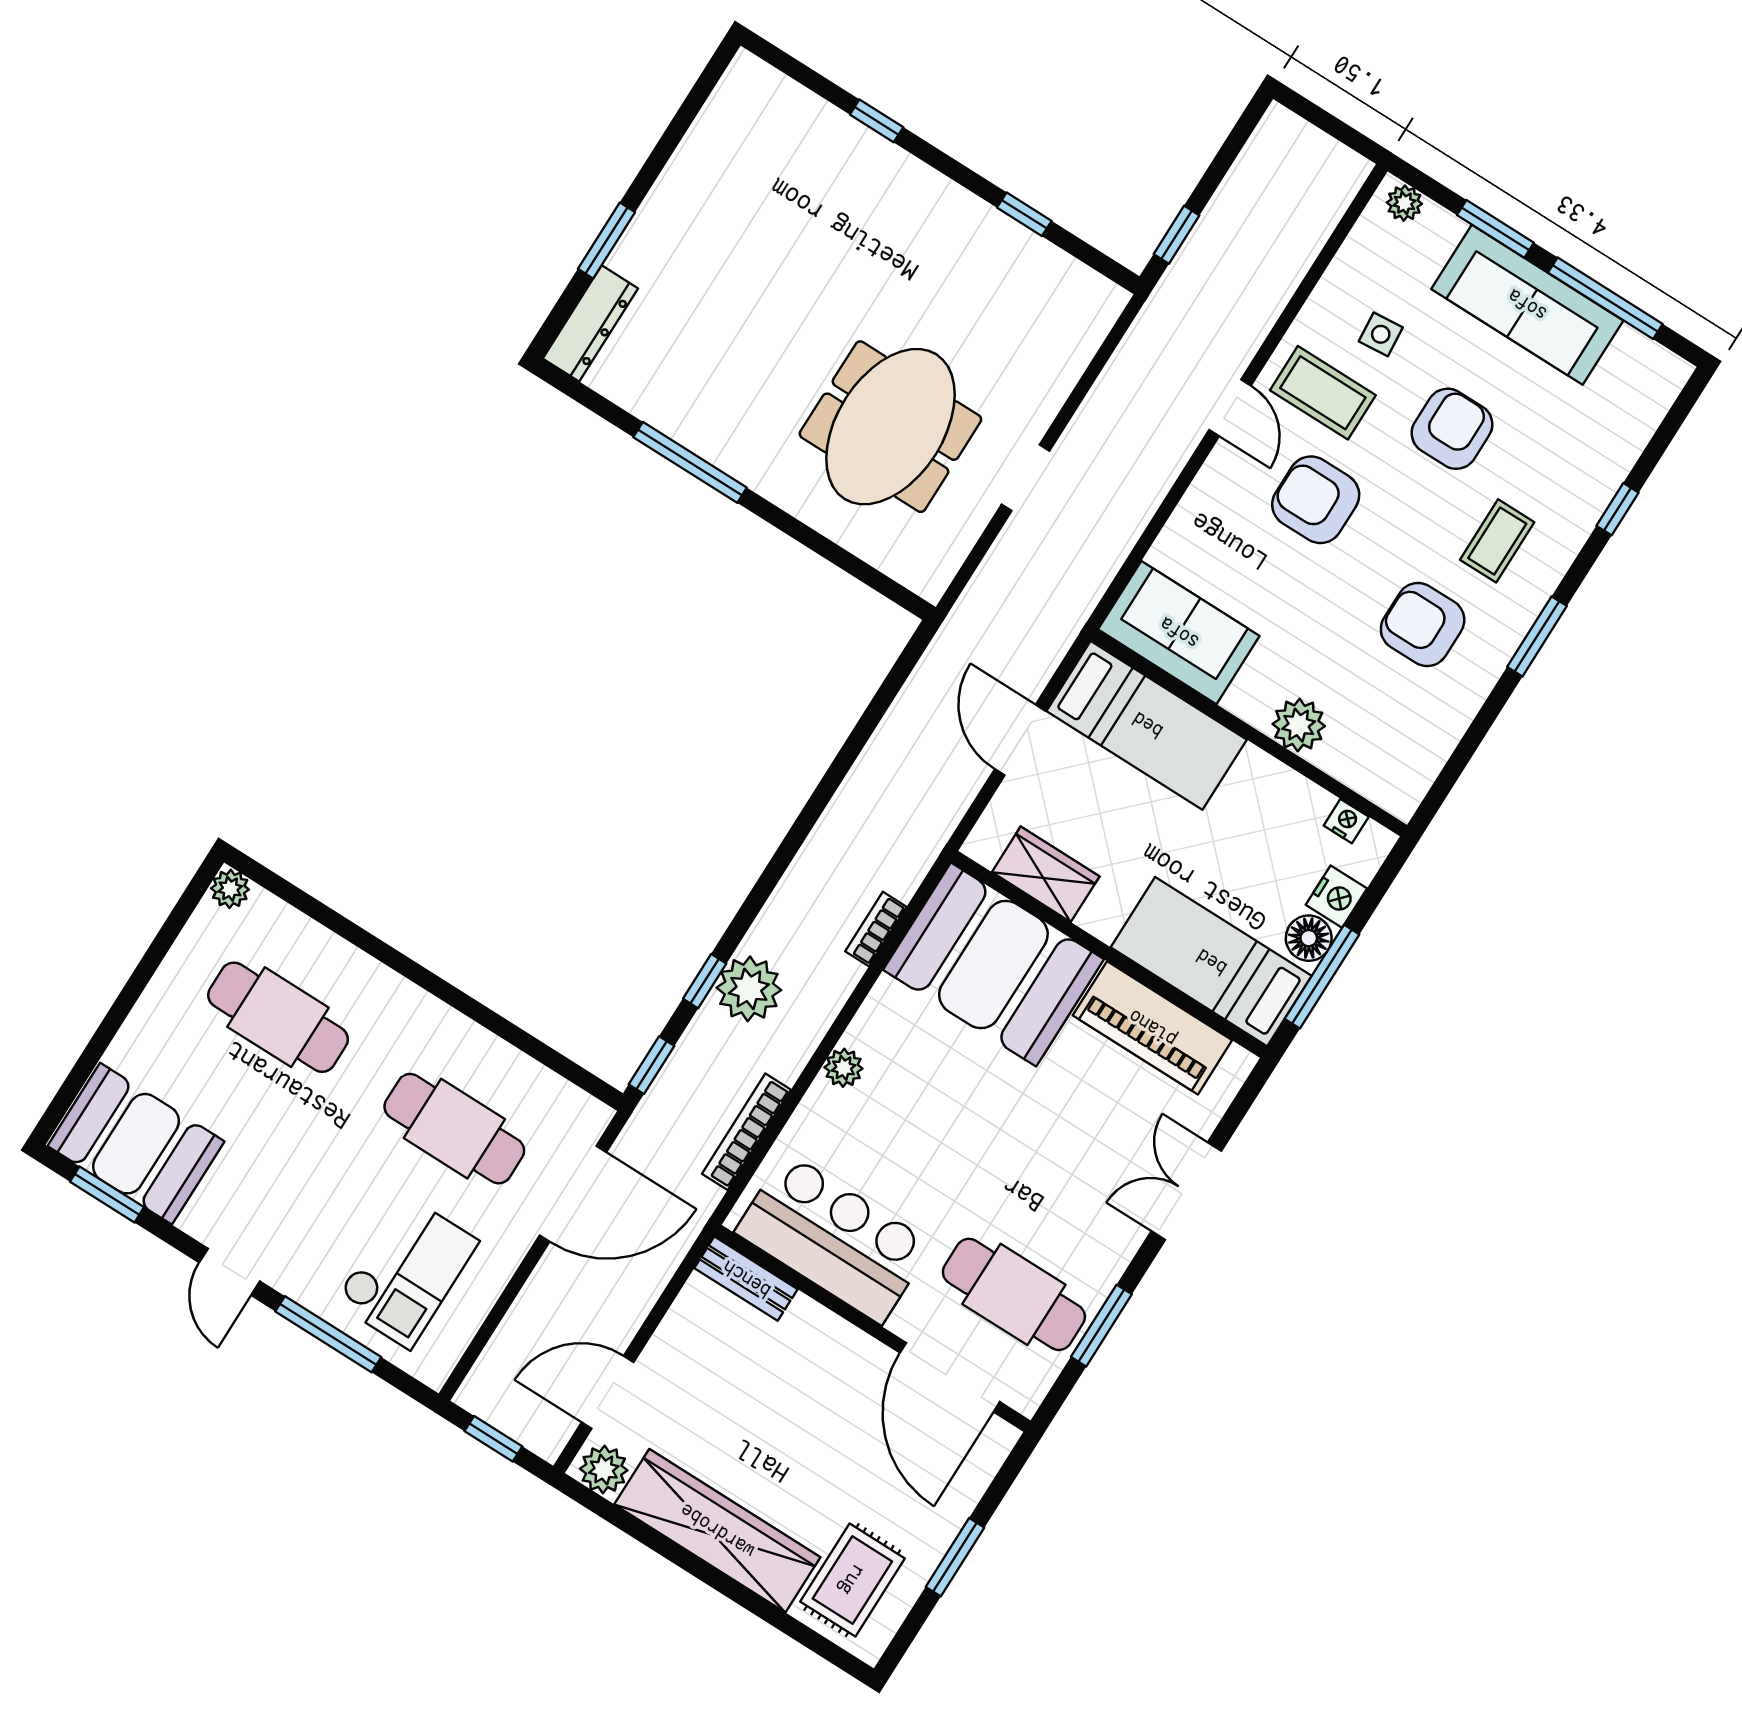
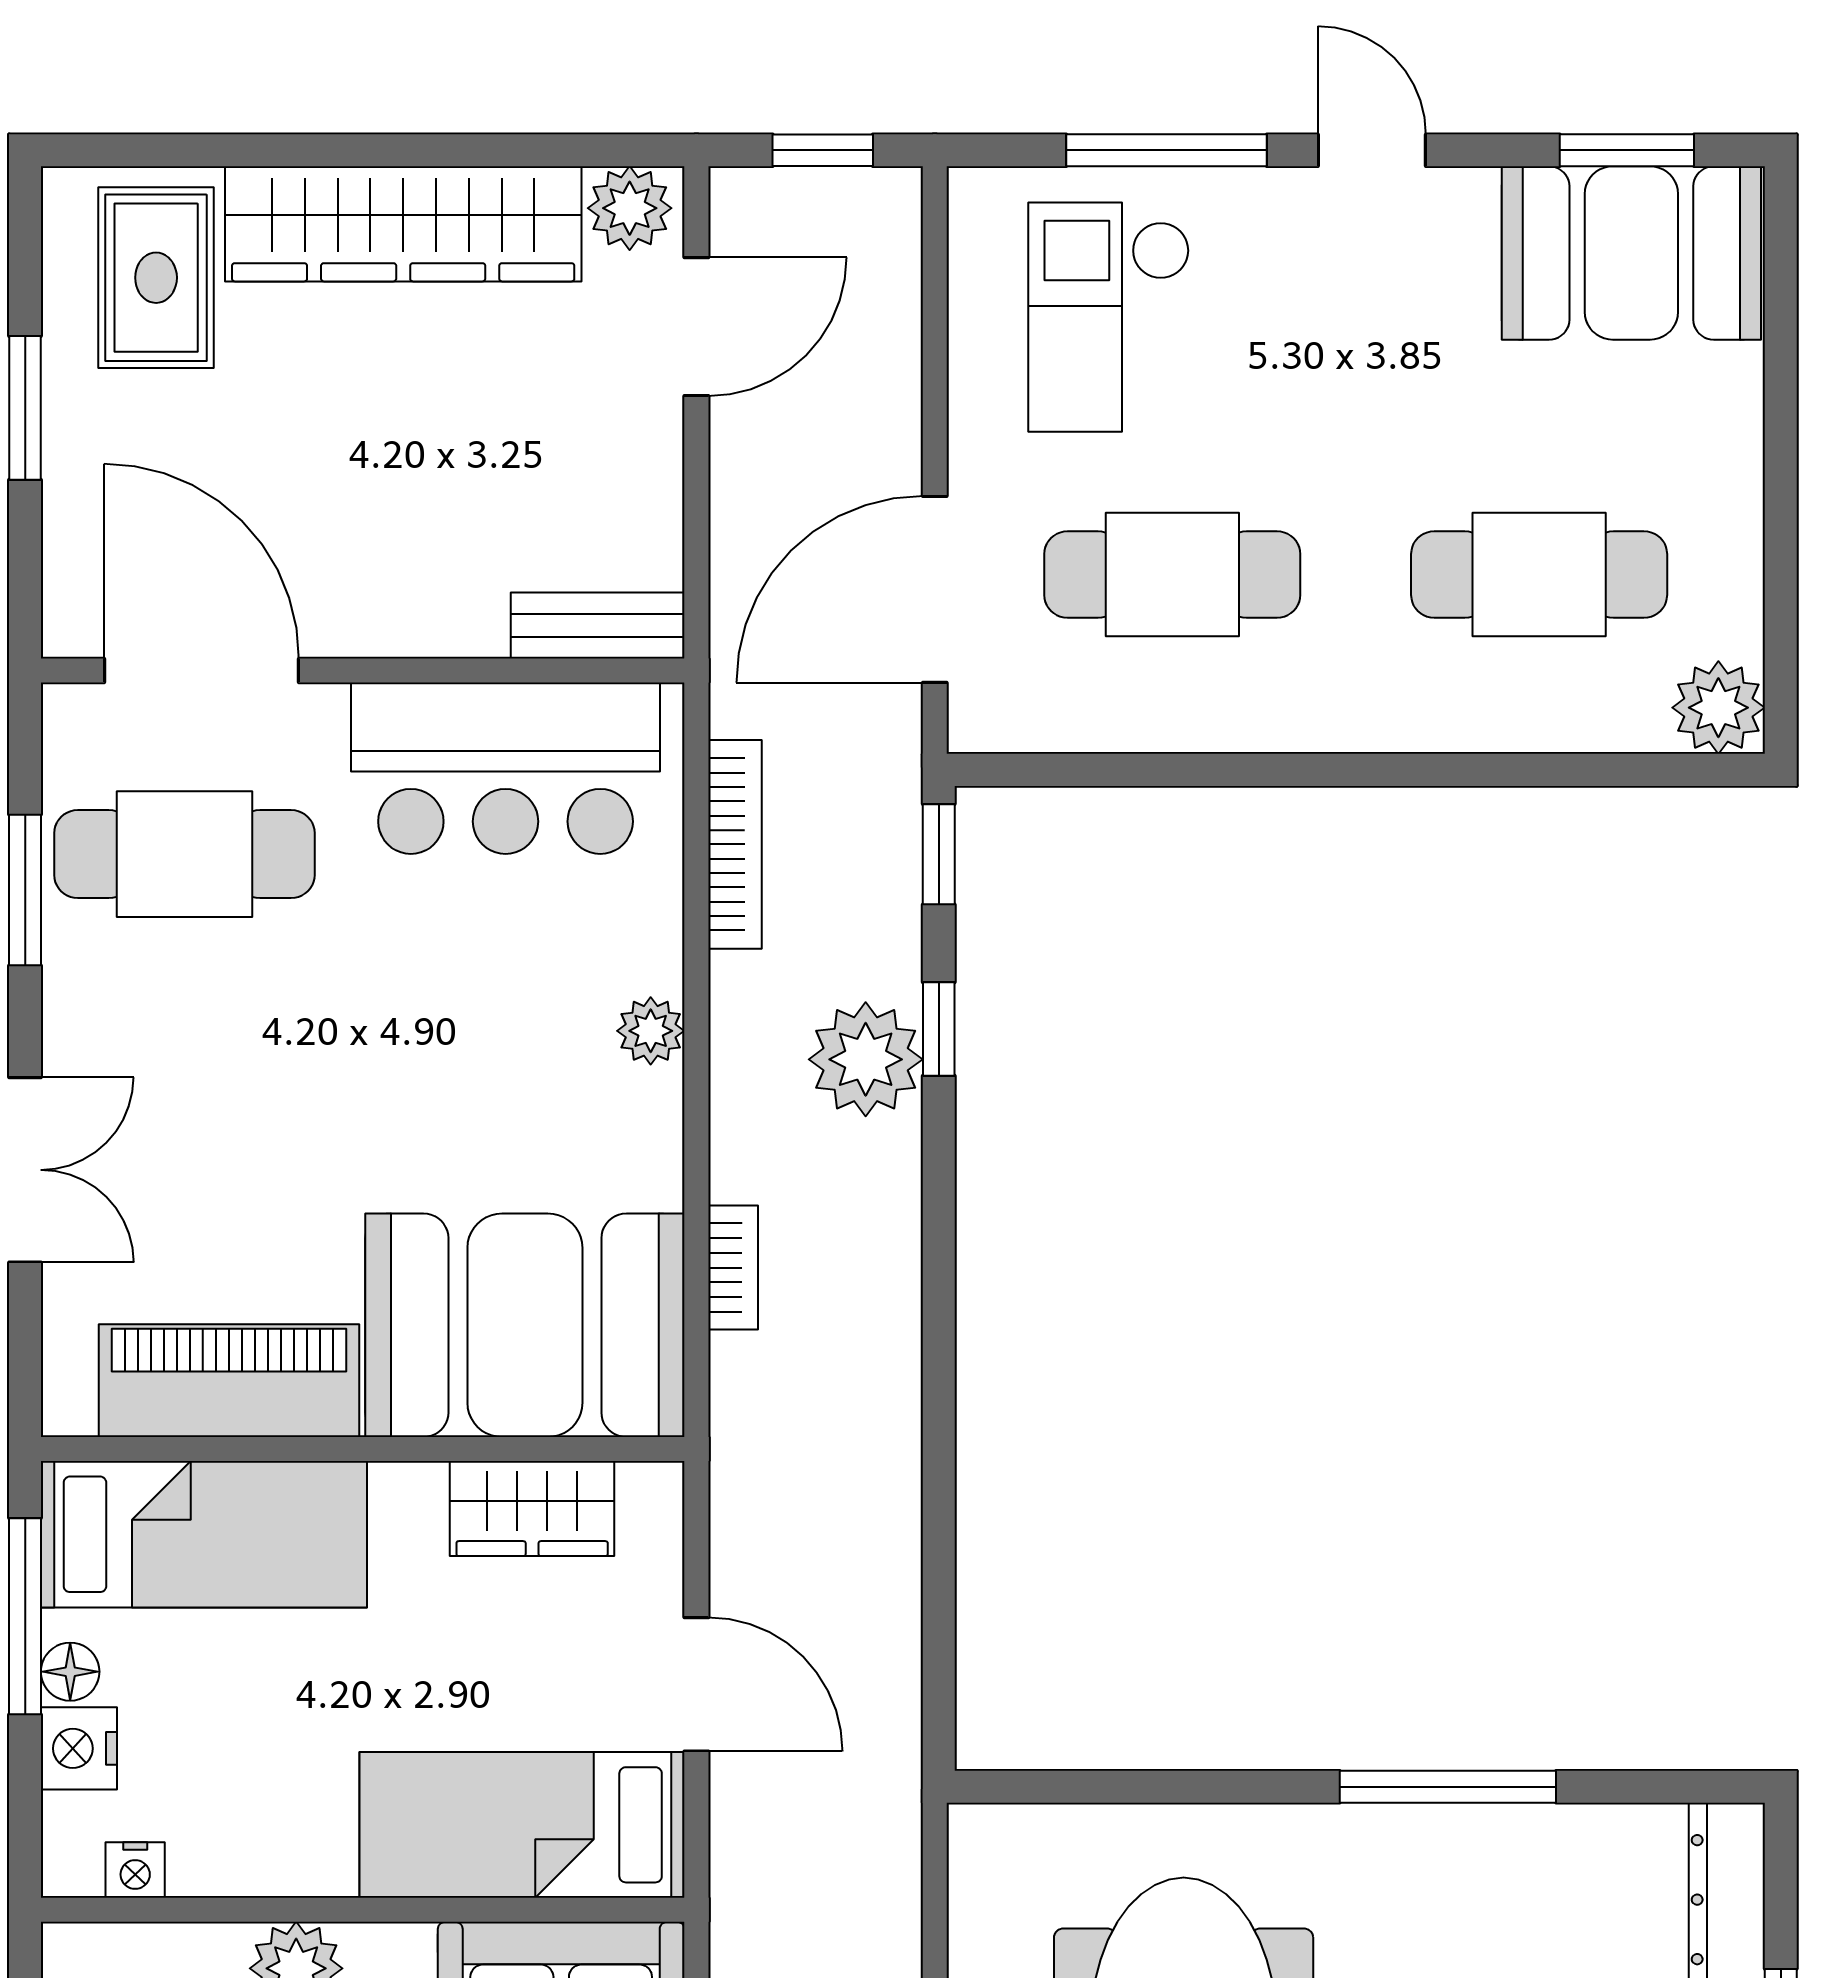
plant: (230, 889) -> (1718, 708), width x1.38, depth x1.38
floor lamp: (1309, 938) -> (70, 1672), width x0.73, depth x0.73

